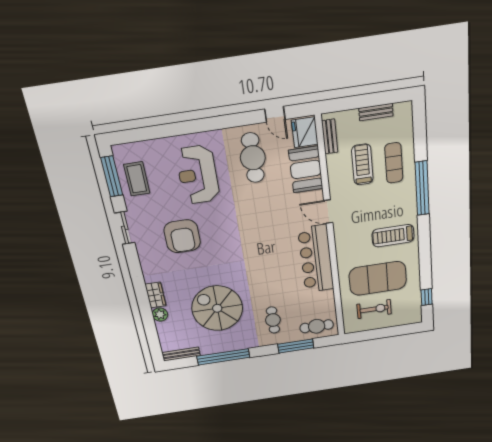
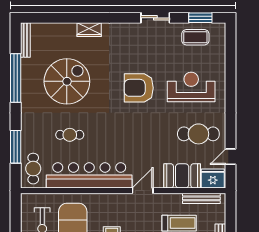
bench: (330, 137) -> (201, 198), width x1.36
window: (112, 176) -> (200, 18), width x0.69
armchair: (182, 236) -> (139, 88), moved
bar counter: (316, 259) -> (89, 175), width x1.36
plant: (160, 315) -> (69, 30), removed
cafe table: (273, 320) -> (70, 135), moved

